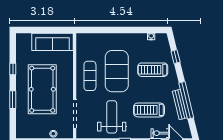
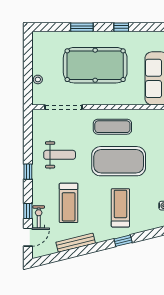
window: (176, 57) -> (123, 241), moved
window: (186, 100) -> (81, 251), removed
treadmill: (149, 110) -> (69, 203), turned 180
weight bench: (112, 117) -> (60, 155), width x0.73, depth x0.75

